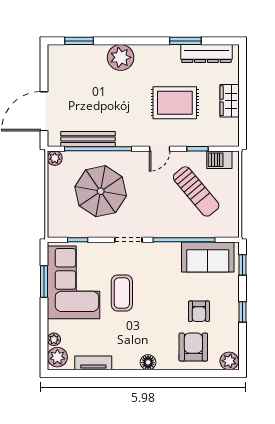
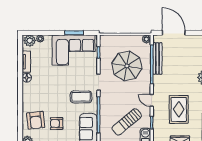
coffee table: (122, 293) -> (81, 97), moved
armchair: (193, 347) -> (36, 120), turned 84
floor lamp: (148, 362) -> (27, 78), moved

